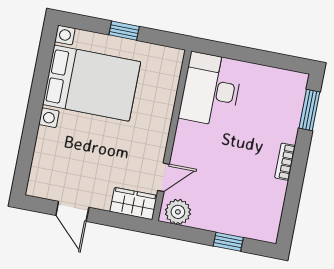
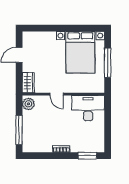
window: (124, 31) -> (108, 63), width x2.17
door: (164, 177) -> (57, 94), moved
window: (228, 242) -> (19, 130), width x2.17

